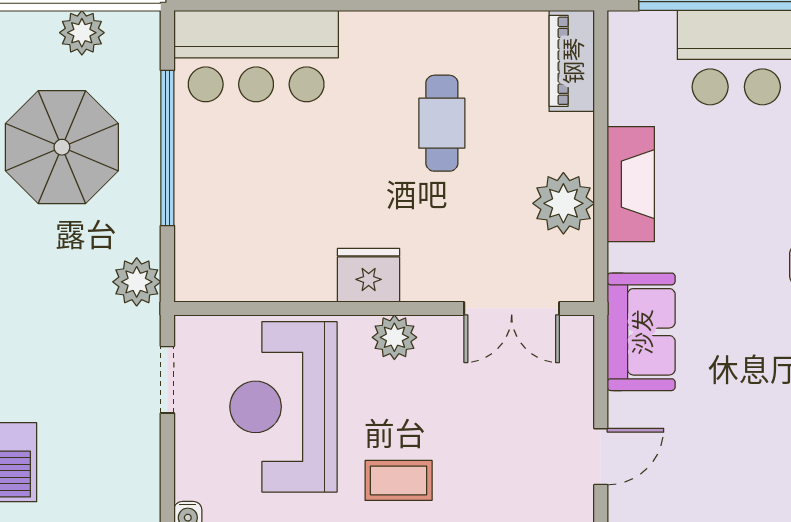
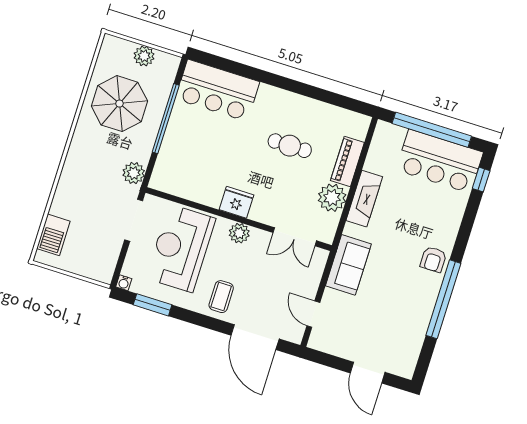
piano: (572, 61) -> (347, 162), moved
cafe table: (442, 123) -> (290, 146), turned 90
doorway: (167, 380) -> (134, 220), width x1.38
door: (601, 457) -> (313, 314), swing flipped
coffee table: (399, 480) -> (221, 297), turned 90

